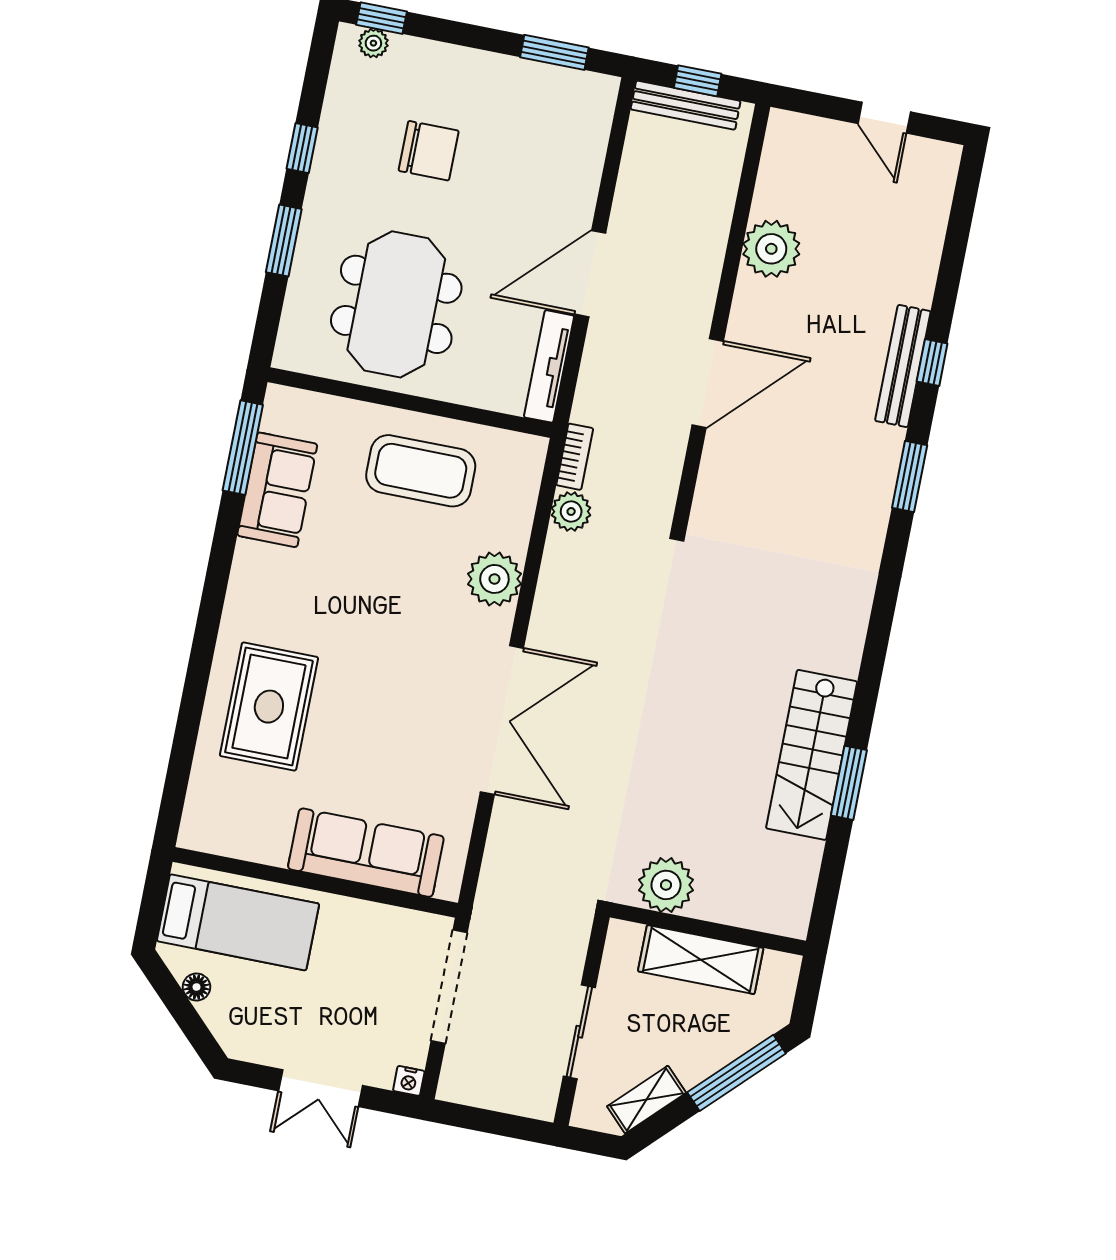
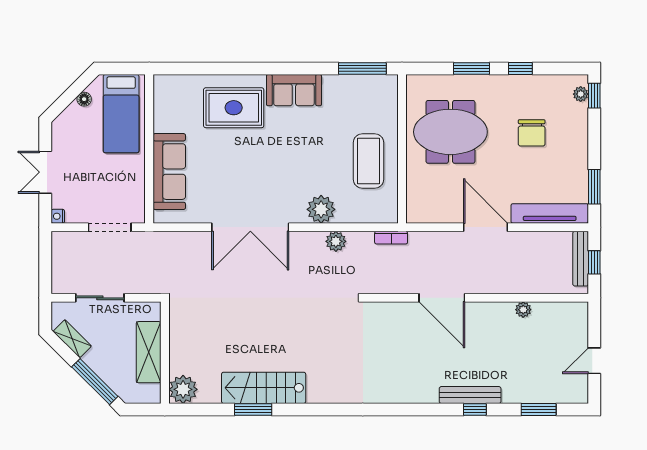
plant: (771, 249) -> (523, 310), width x0.53, depth x0.53
tv unit: (549, 366) -> (550, 213), moved, width x1.36, depth x1.29
window: (910, 477) -> (539, 410), moved
sofa: (277, 490) -> (294, 90), moved
plant: (571, 512) -> (336, 241), moved
plant: (666, 885) -> (183, 389), moved
doorway: (449, 987) -> (110, 227), width x0.73

